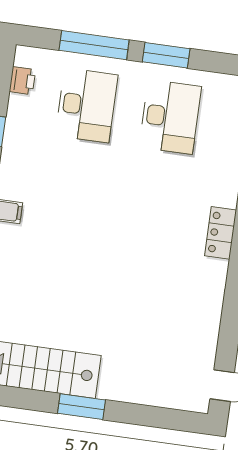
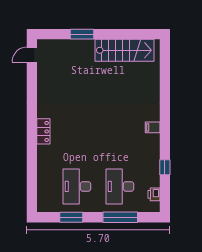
window: (166, 55) -> (71, 217), moved
window: (82, 407) -> (82, 34), moved

